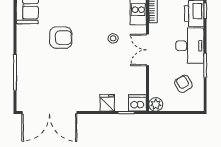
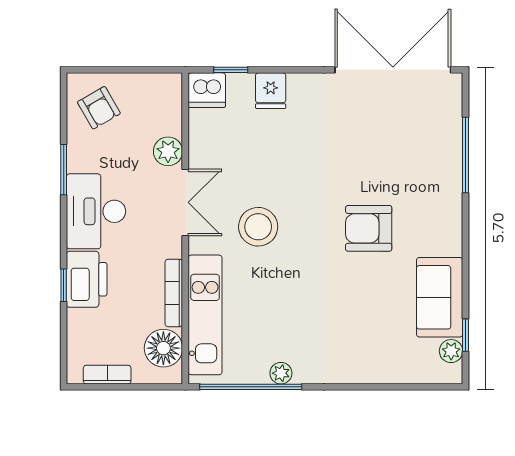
stool: (113, 38) -> (258, 227), width x1.89, depth x1.89
armchair: (183, 84) -> (99, 108), moved
plant: (156, 104) -> (168, 151), moved

